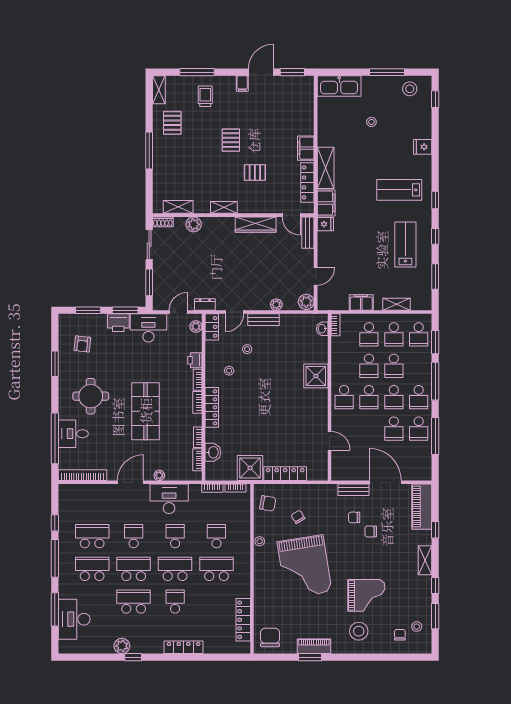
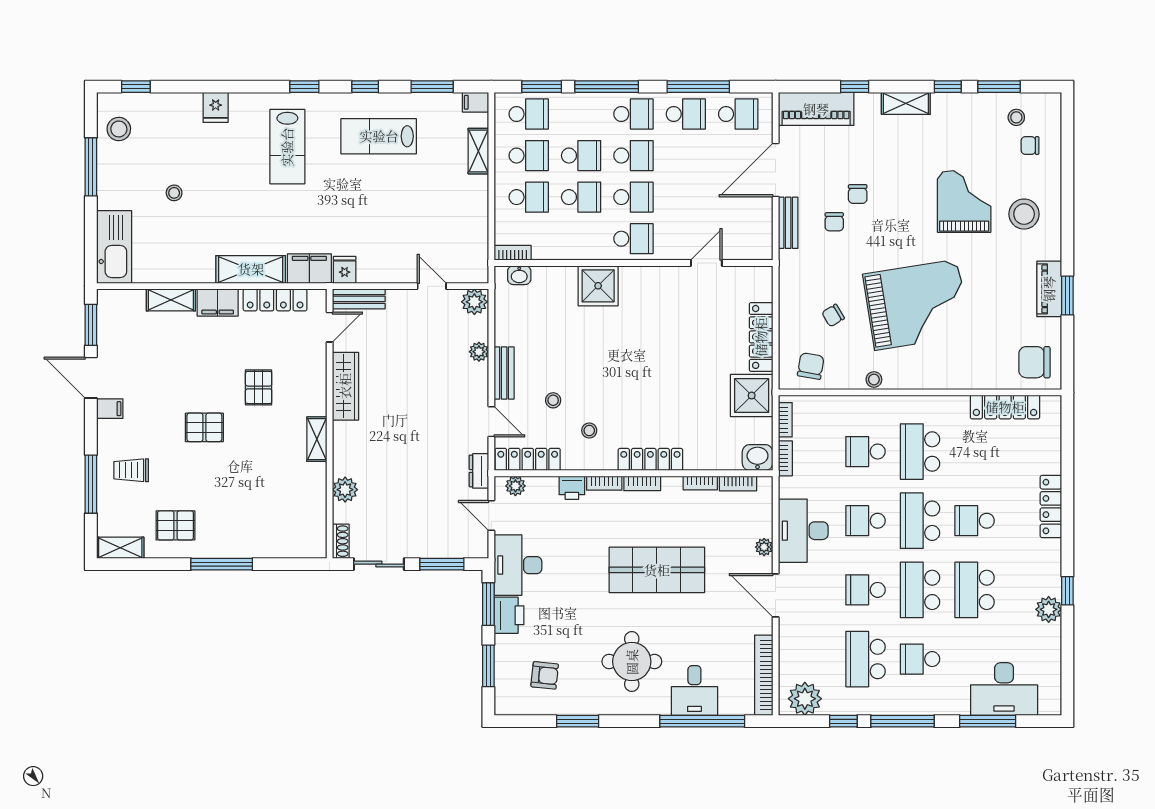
shelving: (178, 207) -> (171, 300), moved, turned 90
filing cabinet: (361, 303) -> (475, 102), moved, width x0.50
locker: (212, 327) -> (528, 459), width x1.53
school desk: (394, 429) -> (738, 114), moved
washbasin: (213, 452) -> (758, 458), moved
plant: (68, 500) -> (805, 699), added
school desk: (92, 569) -> (920, 659), width x0.54

